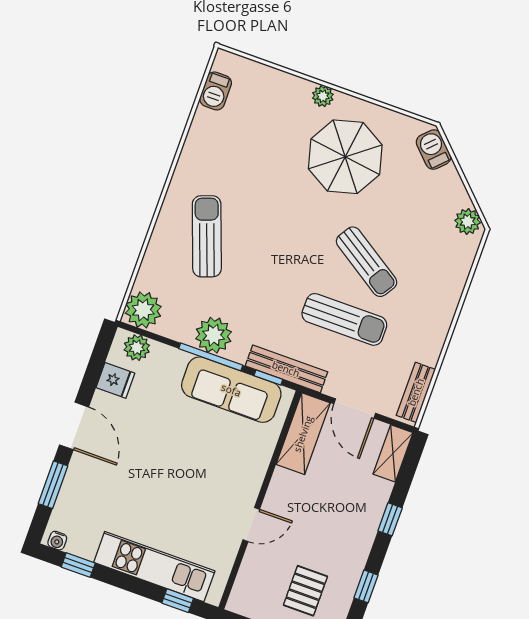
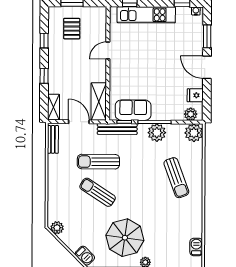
sofa: (231, 390) -> (133, 110), width x0.73

